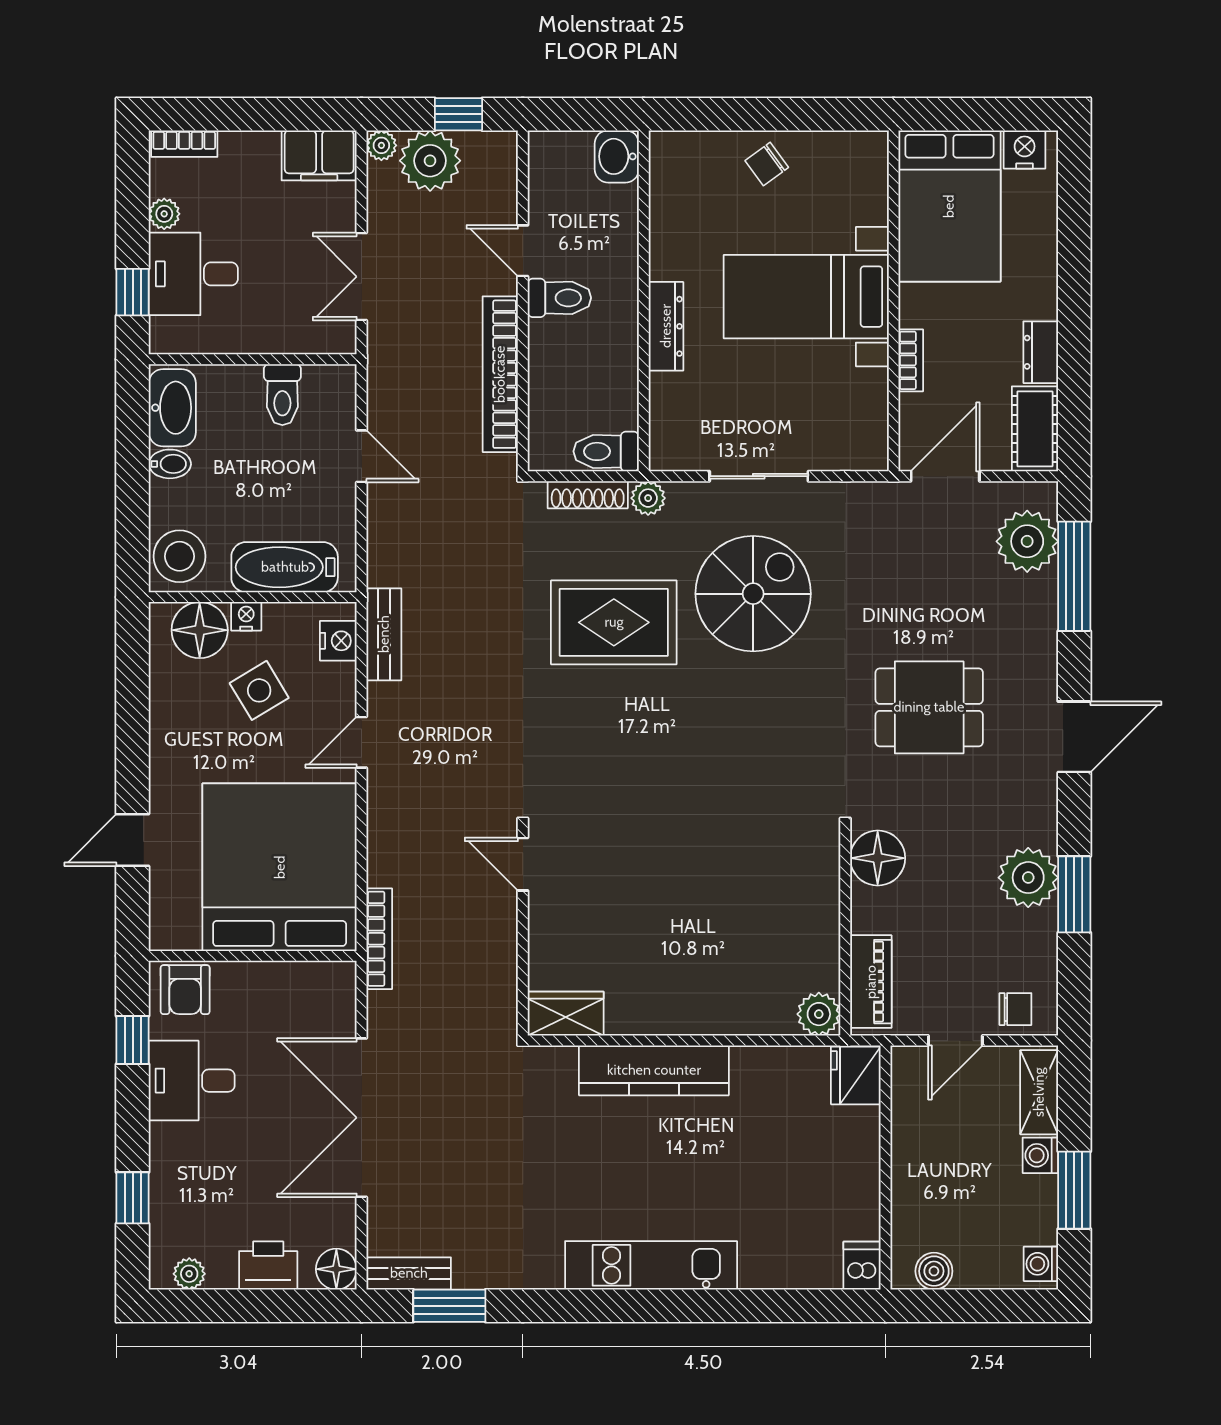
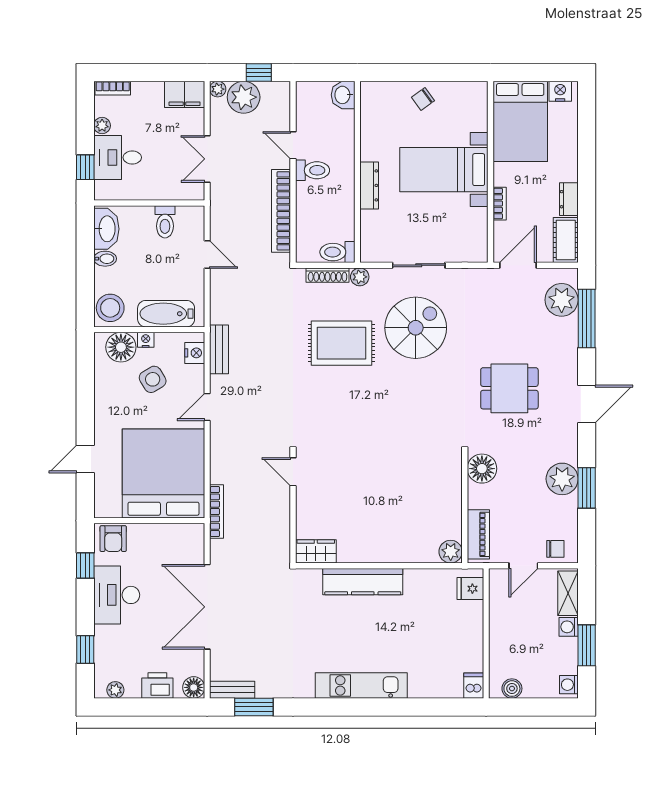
fridge: (856, 1075) -> (470, 589), width x0.72
desk: (192, 1081) -> (117, 595), width x1.37

